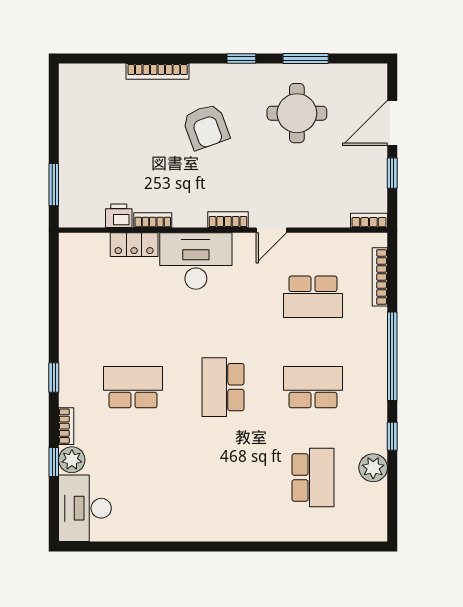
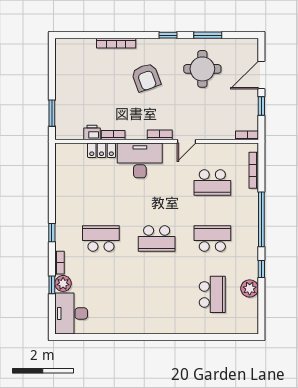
school desk: (223, 387) -> (157, 239), turned -90

